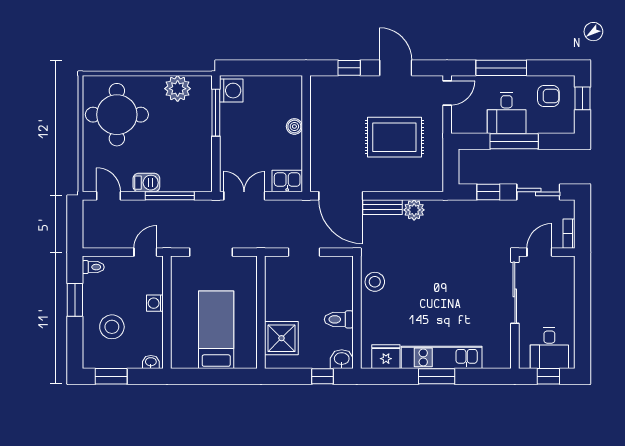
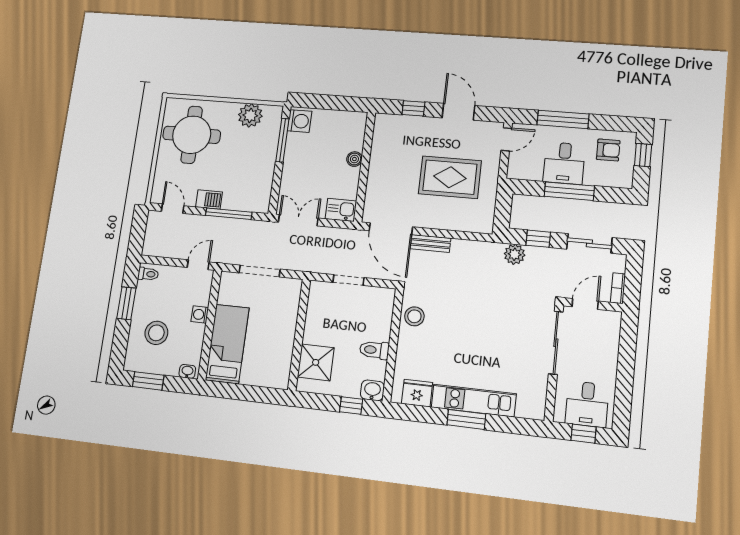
plant: (414, 210) -> (515, 254), moved
bed: (216, 330) -> (227, 344), moved

